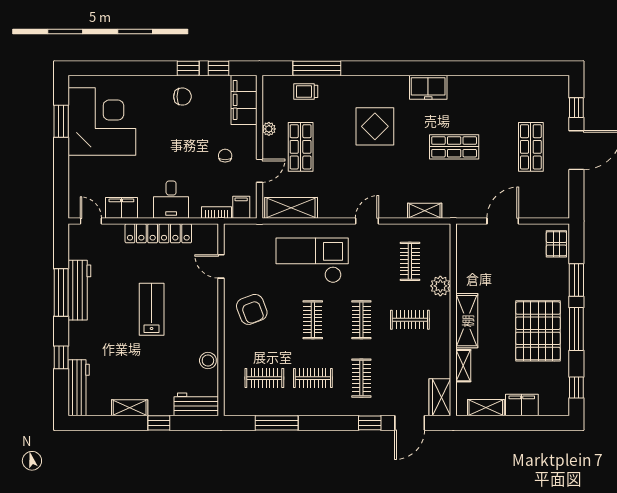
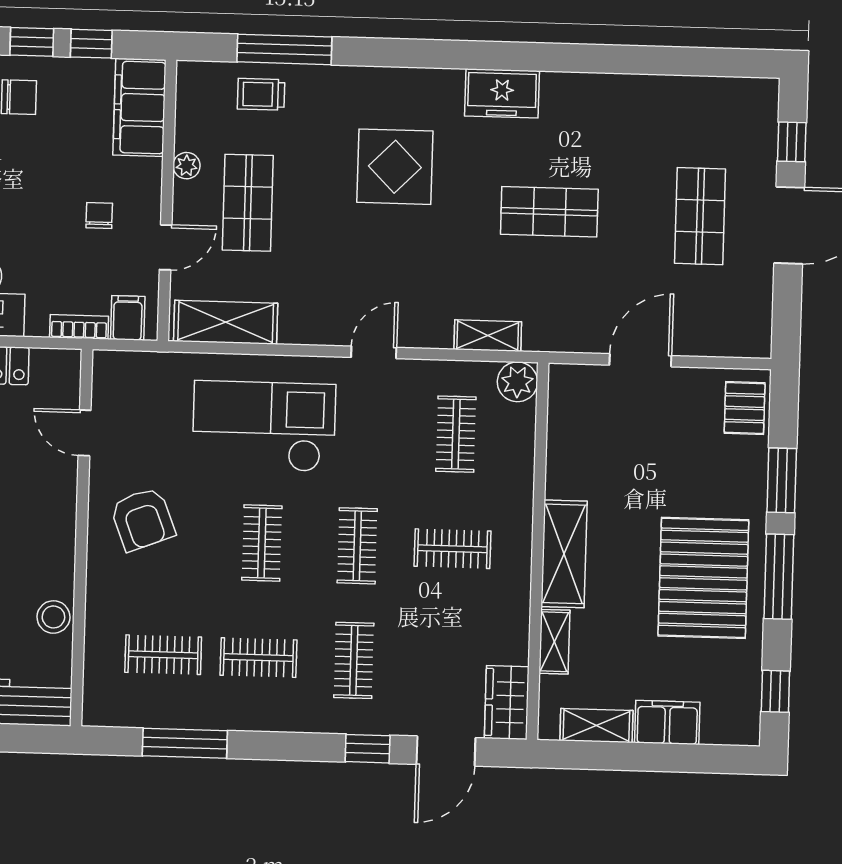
plant: (440, 286) -> (517, 382), moved

